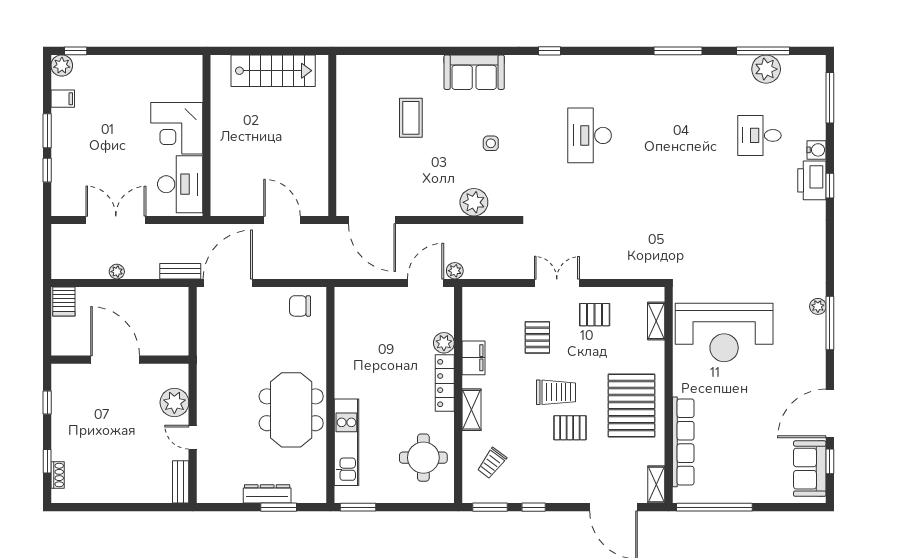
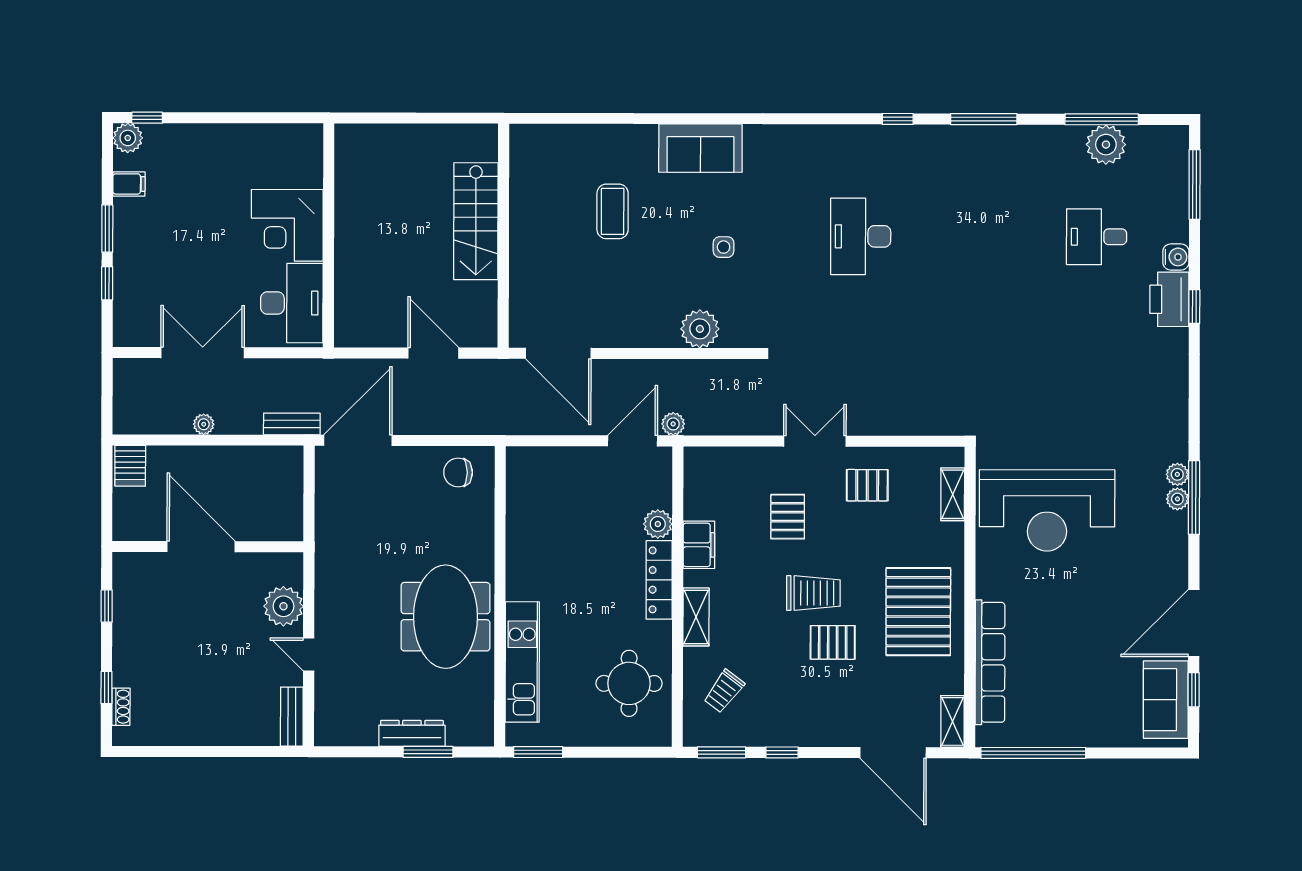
window: (550, 51) -> (898, 119), moved
stairs: (273, 71) -> (476, 221), moved, turned 90
plant: (818, 324) -> (1177, 499), added

